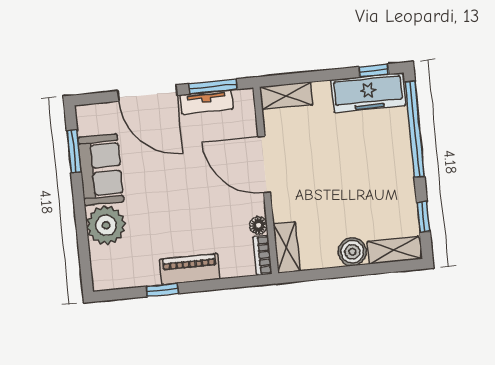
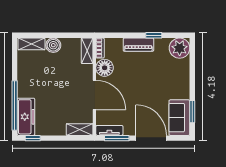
freezer: (368, 93) -> (26, 117), moved, turned 90
tv unit: (207, 102) -> (109, 130), moved
sofa: (101, 170) -> (179, 118), moved
window: (423, 217) -> (15, 60), removed
plant: (106, 225) -> (180, 48), moved
floor lamp: (258, 225) -> (105, 68), width x1.89, depth x1.89

